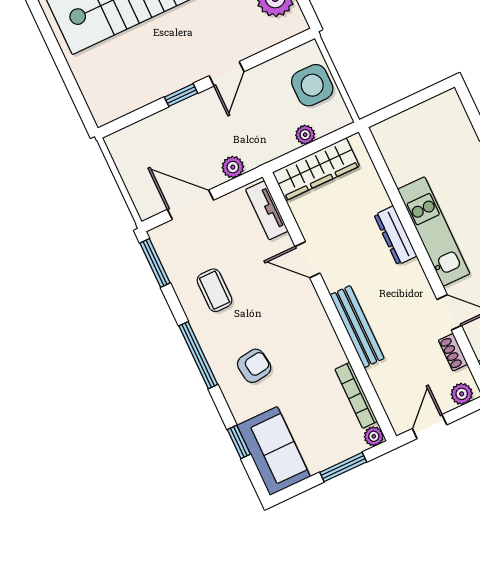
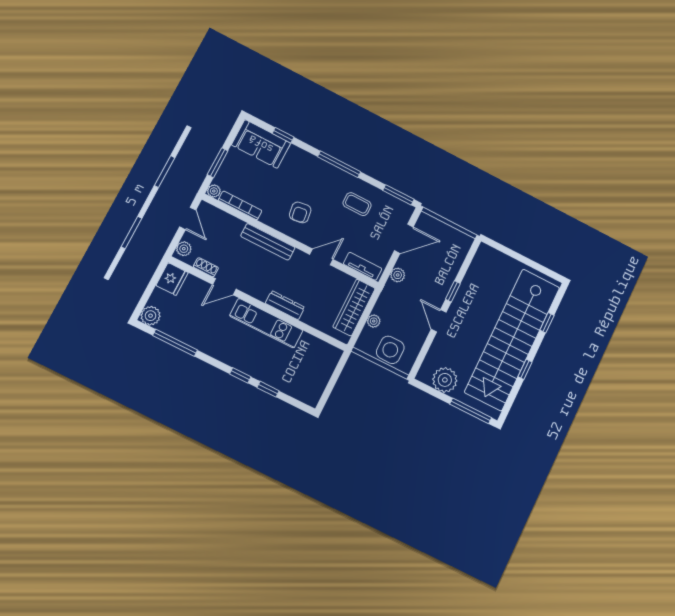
armchair: (254, 366) -> (300, 212), moved

